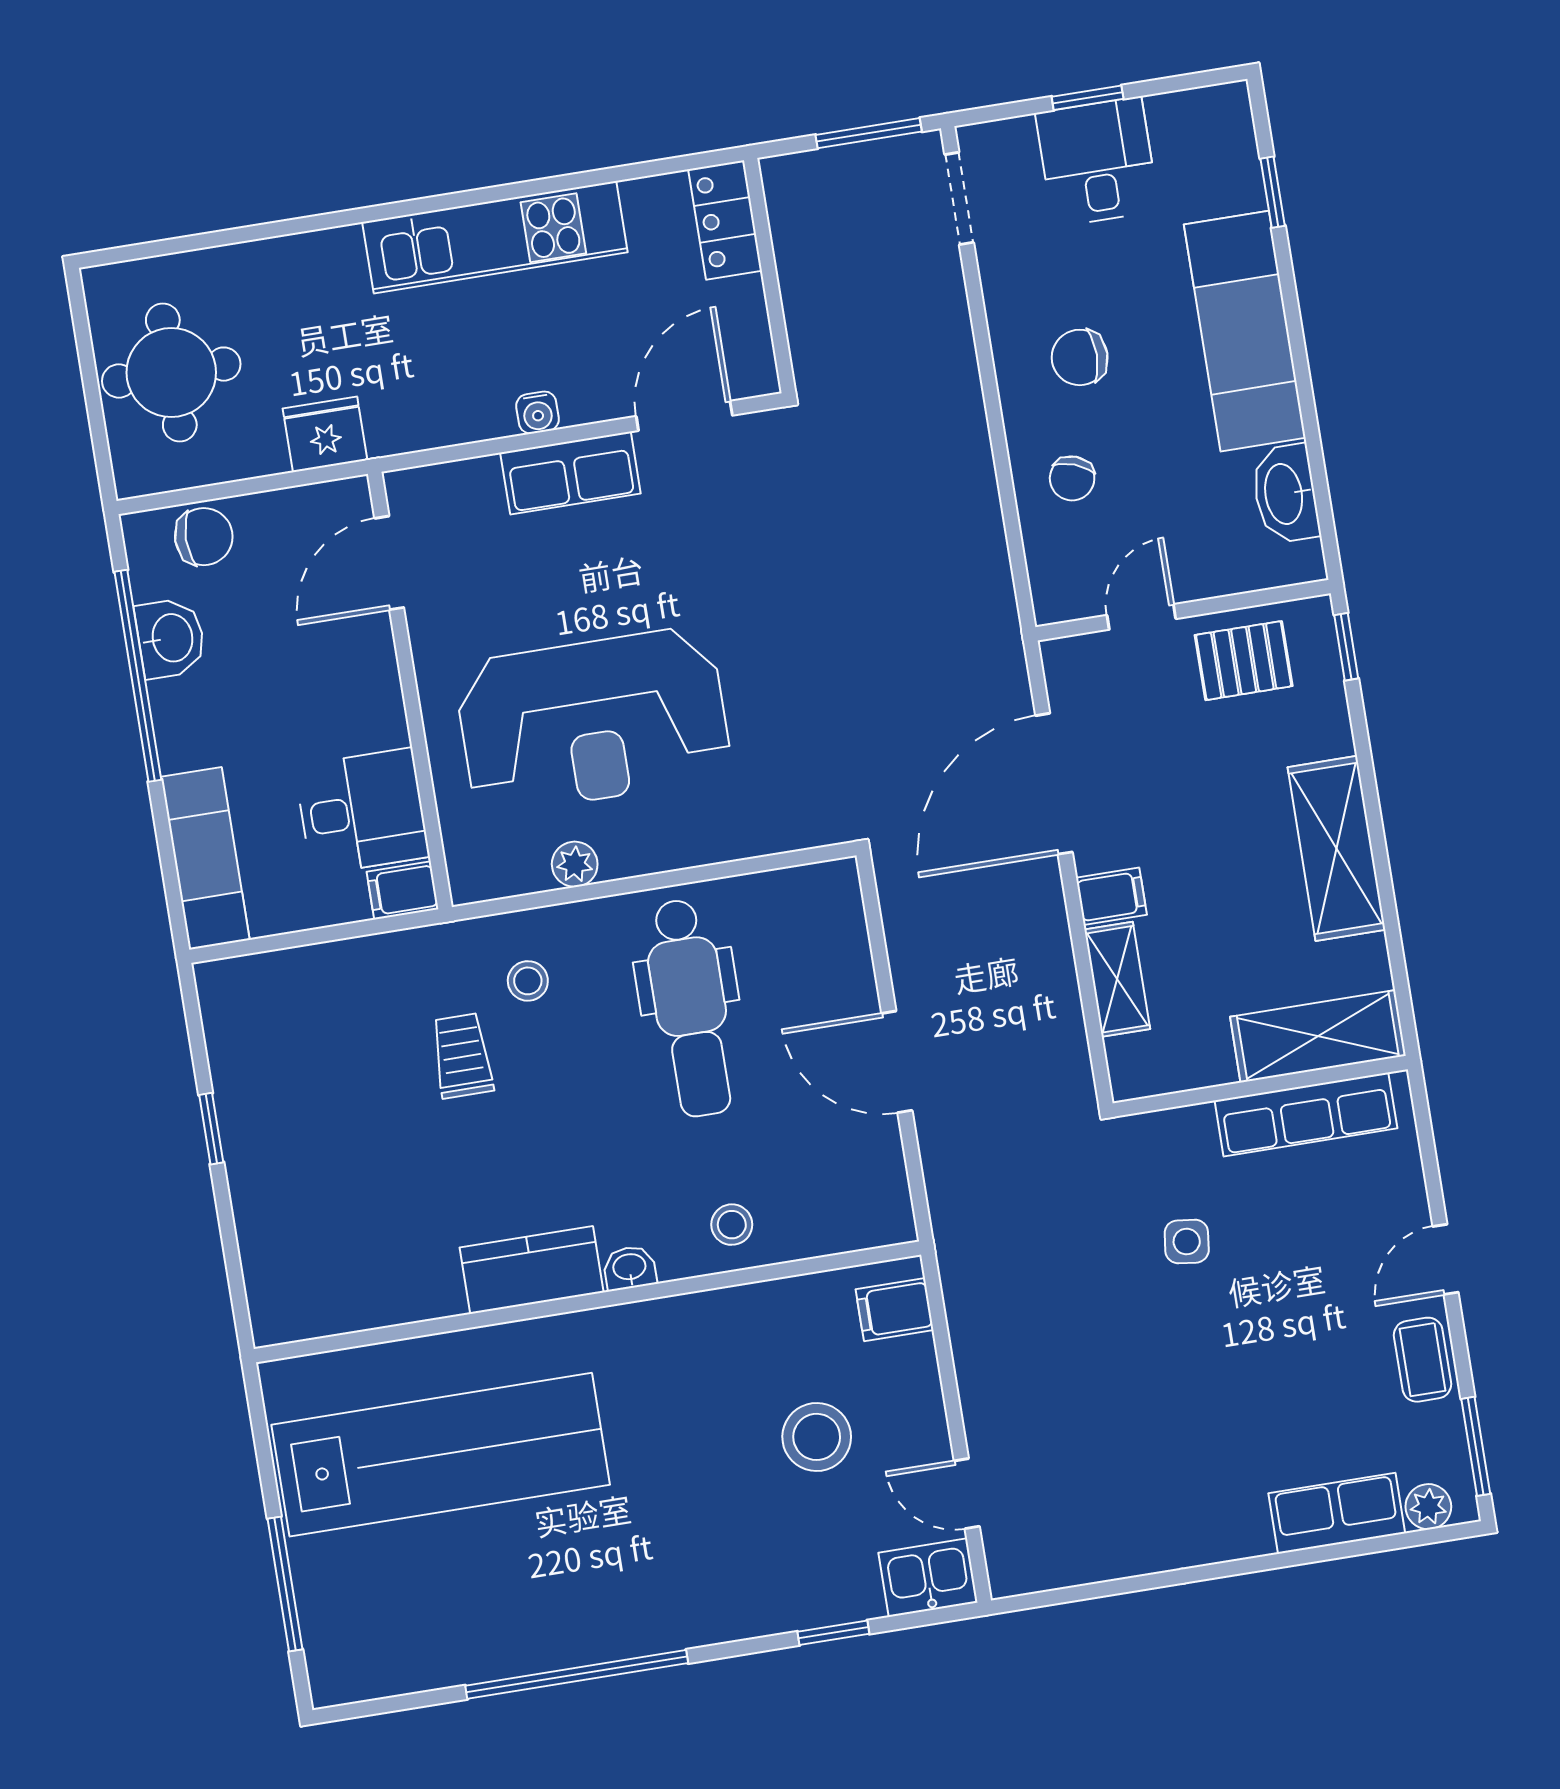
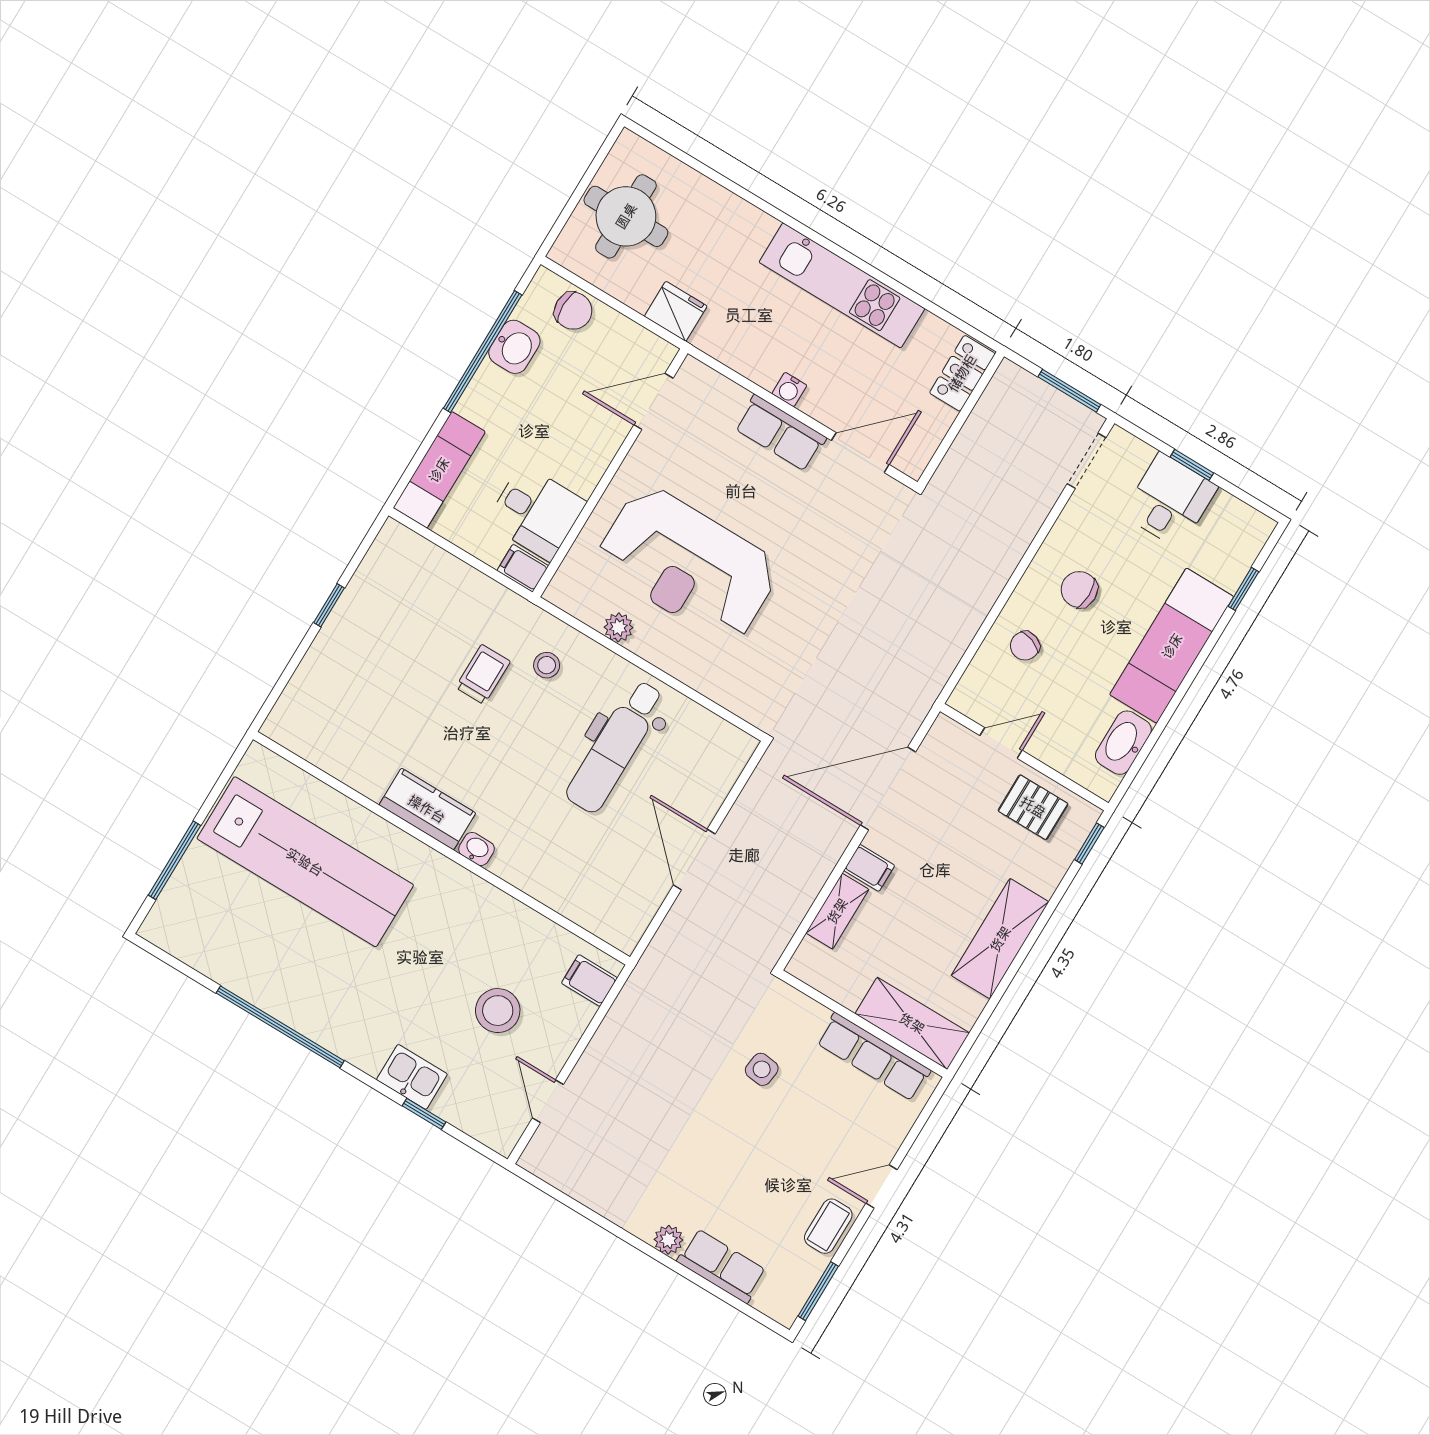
stool: (732, 1225) -> (545, 870), removed
plant: (1428, 1507) -> (668, 1240), moved
kitchen sink: (928, 1578) -> (412, 1077), moved

